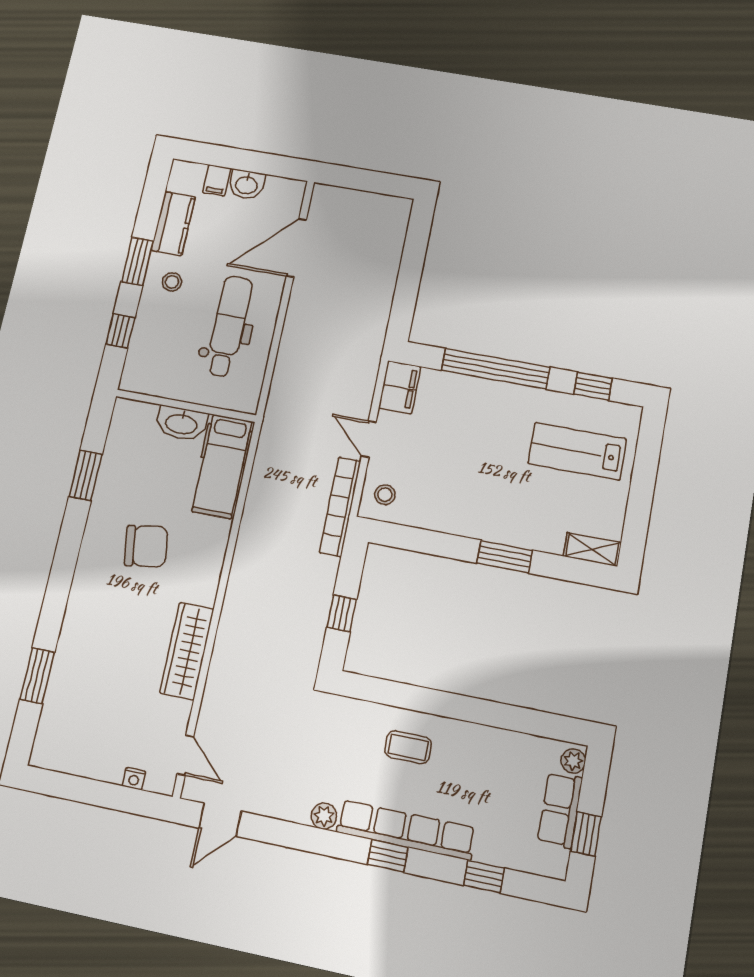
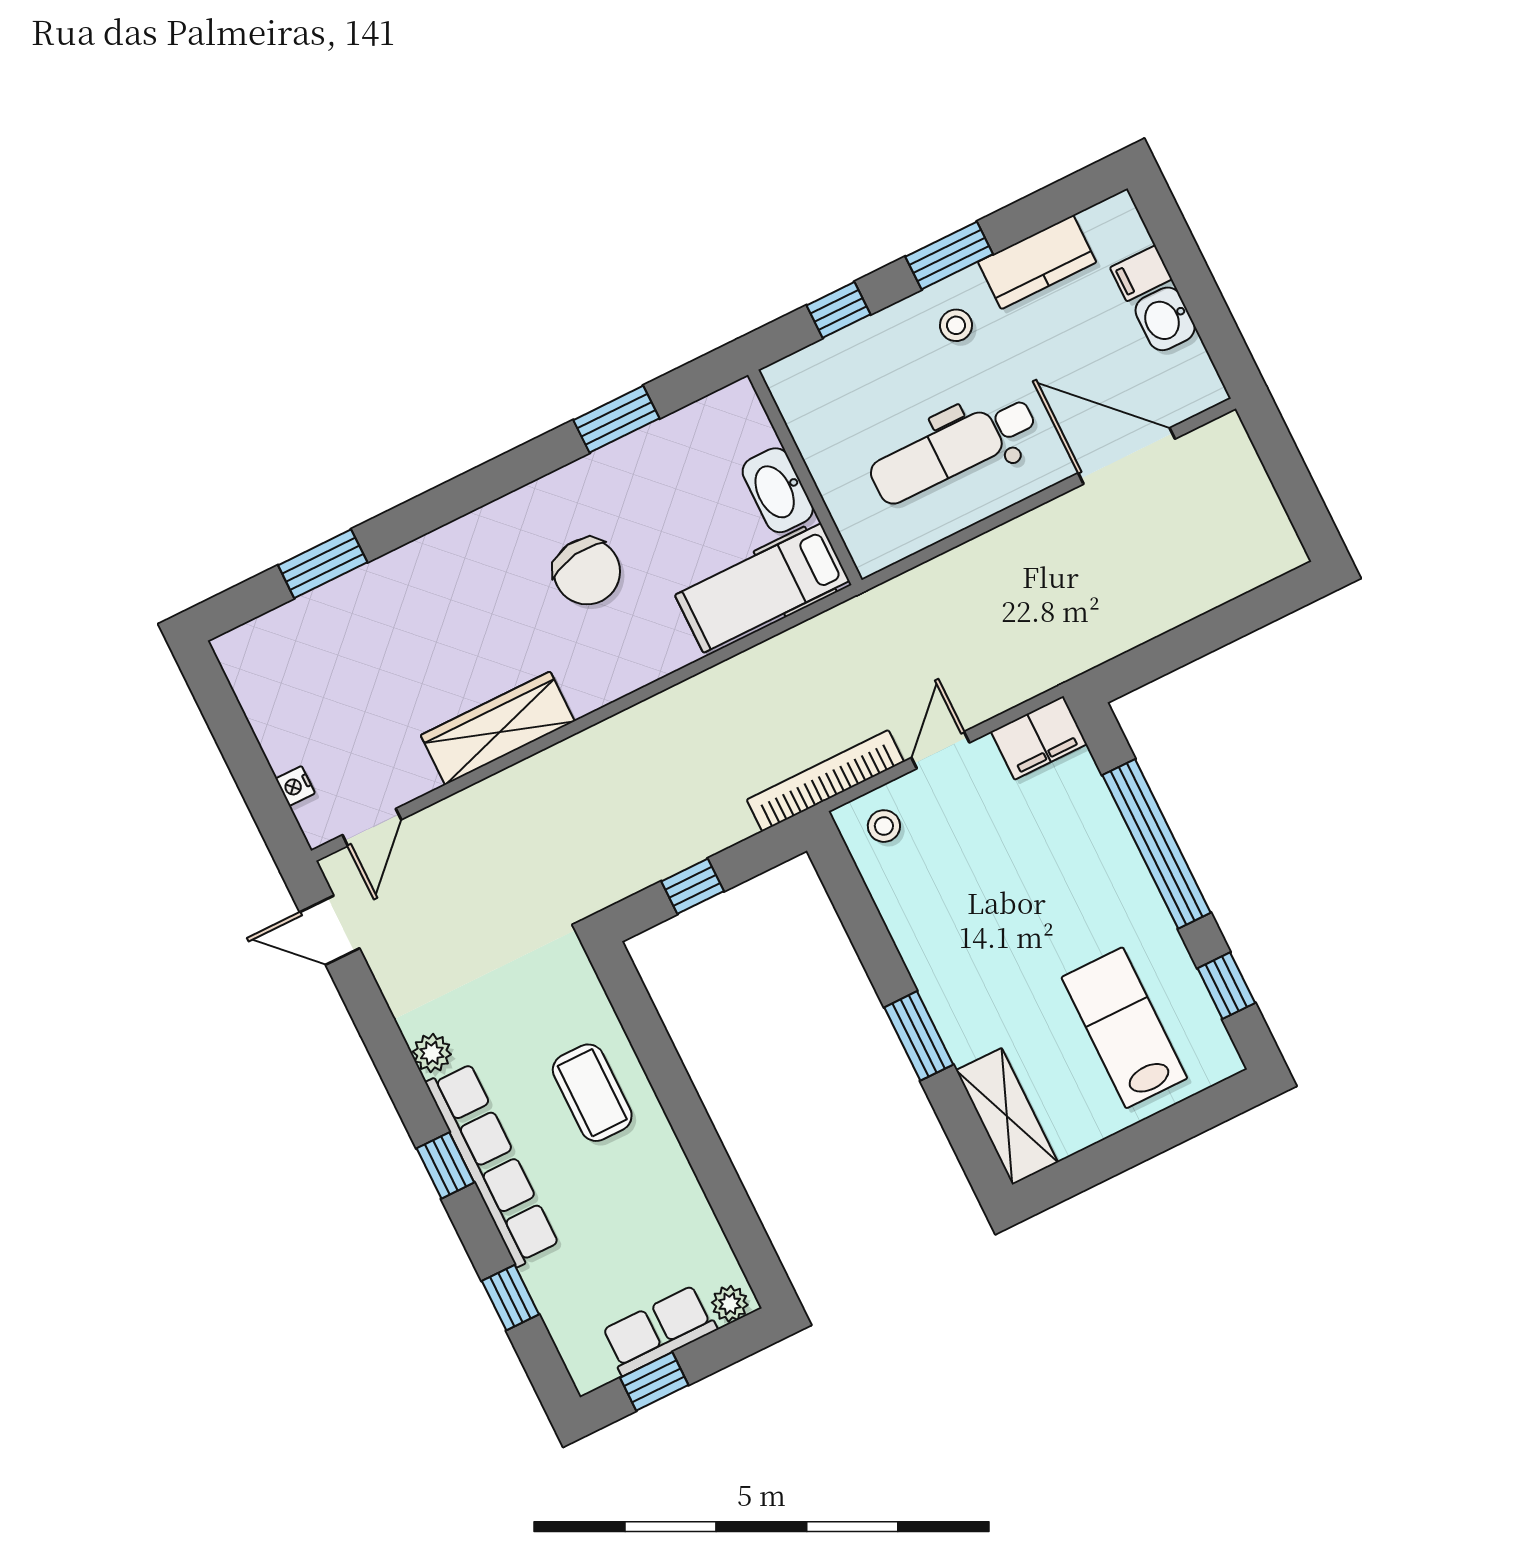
dental chair: (229, 326) -> (953, 450), turned 180
shelving: (592, 549) -> (1007, 1116), width x1.50, depth x1.33
coffee table: (408, 747) -> (592, 1093), width x1.36, depth x1.30

